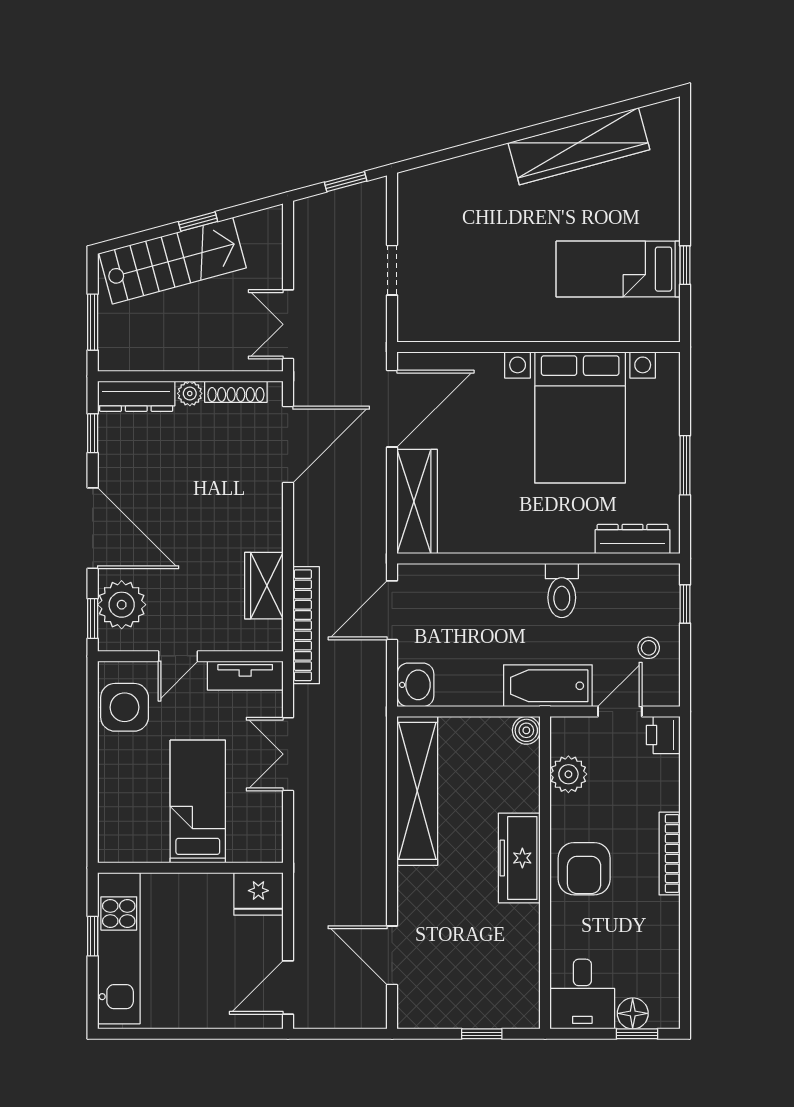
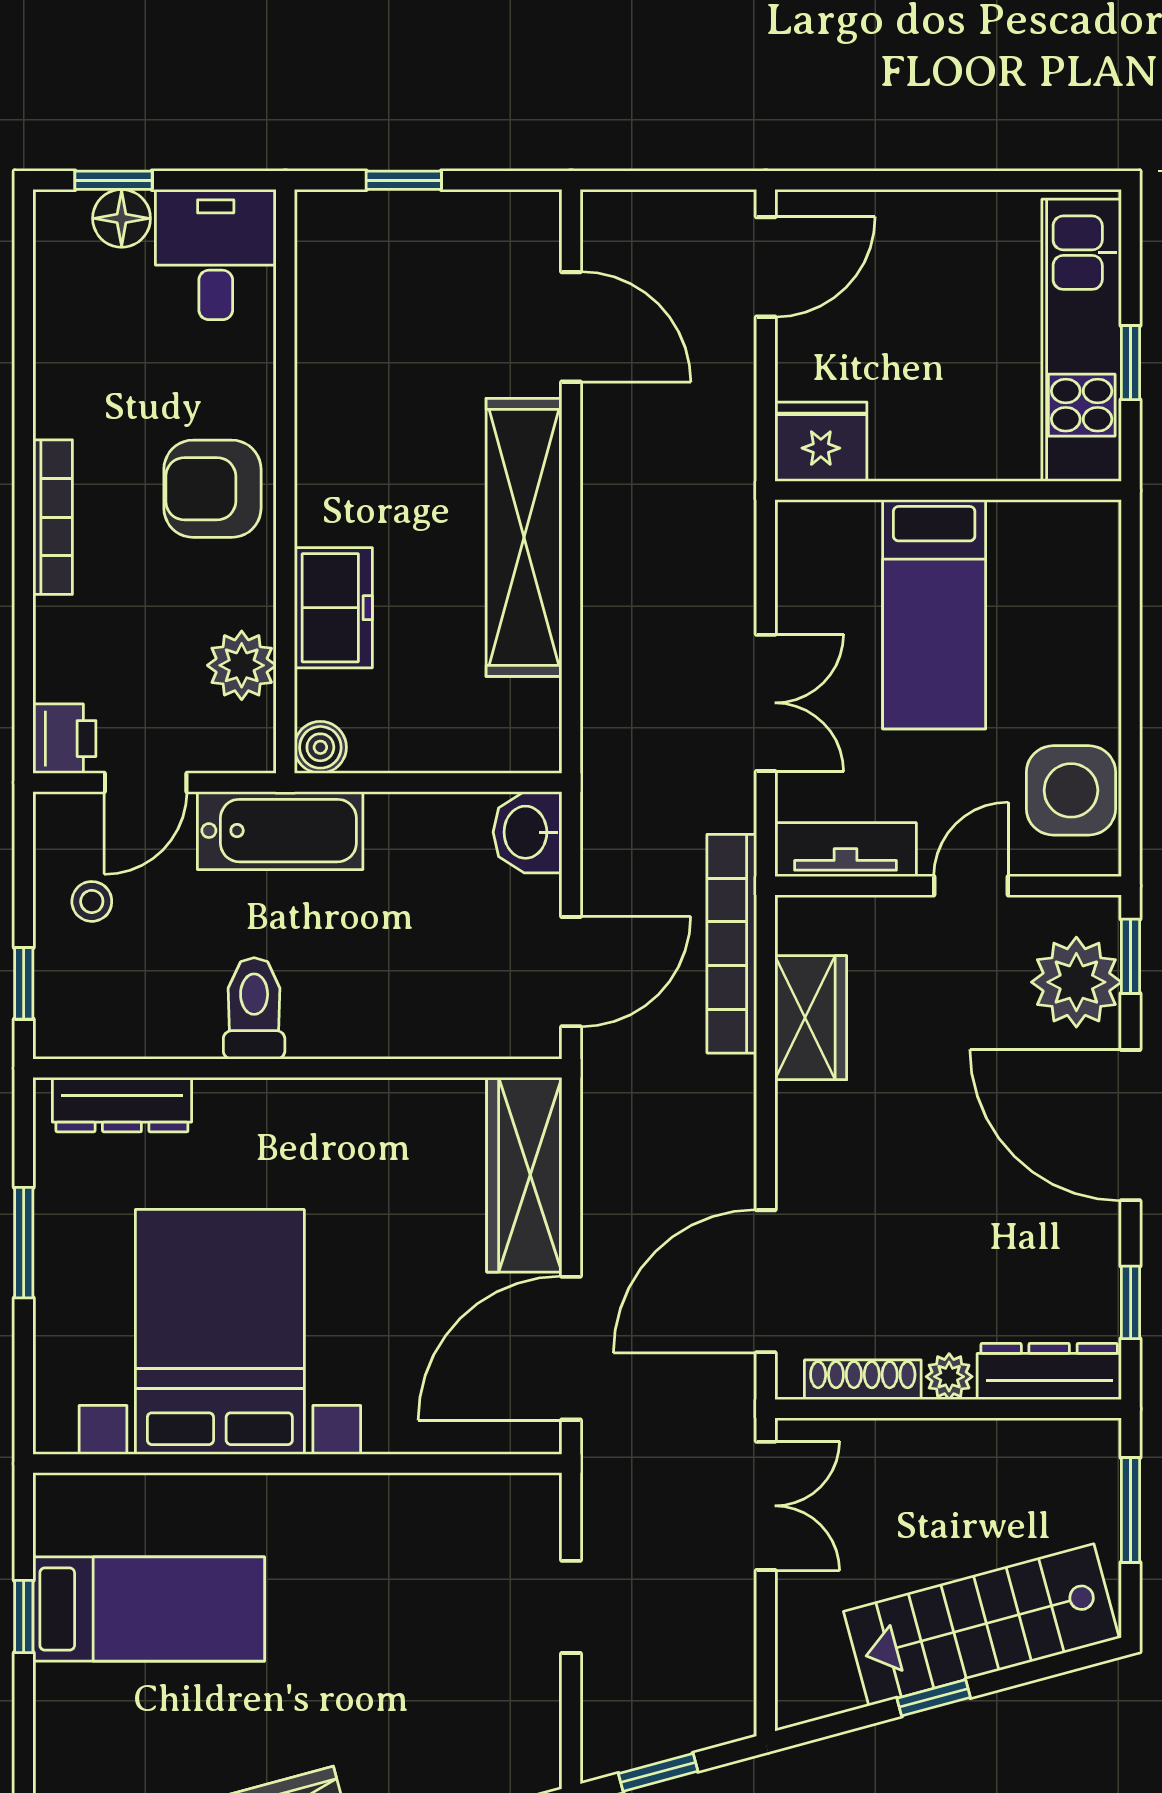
shelving: (417, 791) -> (524, 537), moved
freezer: (519, 858) -> (333, 608), moved, width x0.71
armchair: (584, 869) -> (212, 489), turned -90

